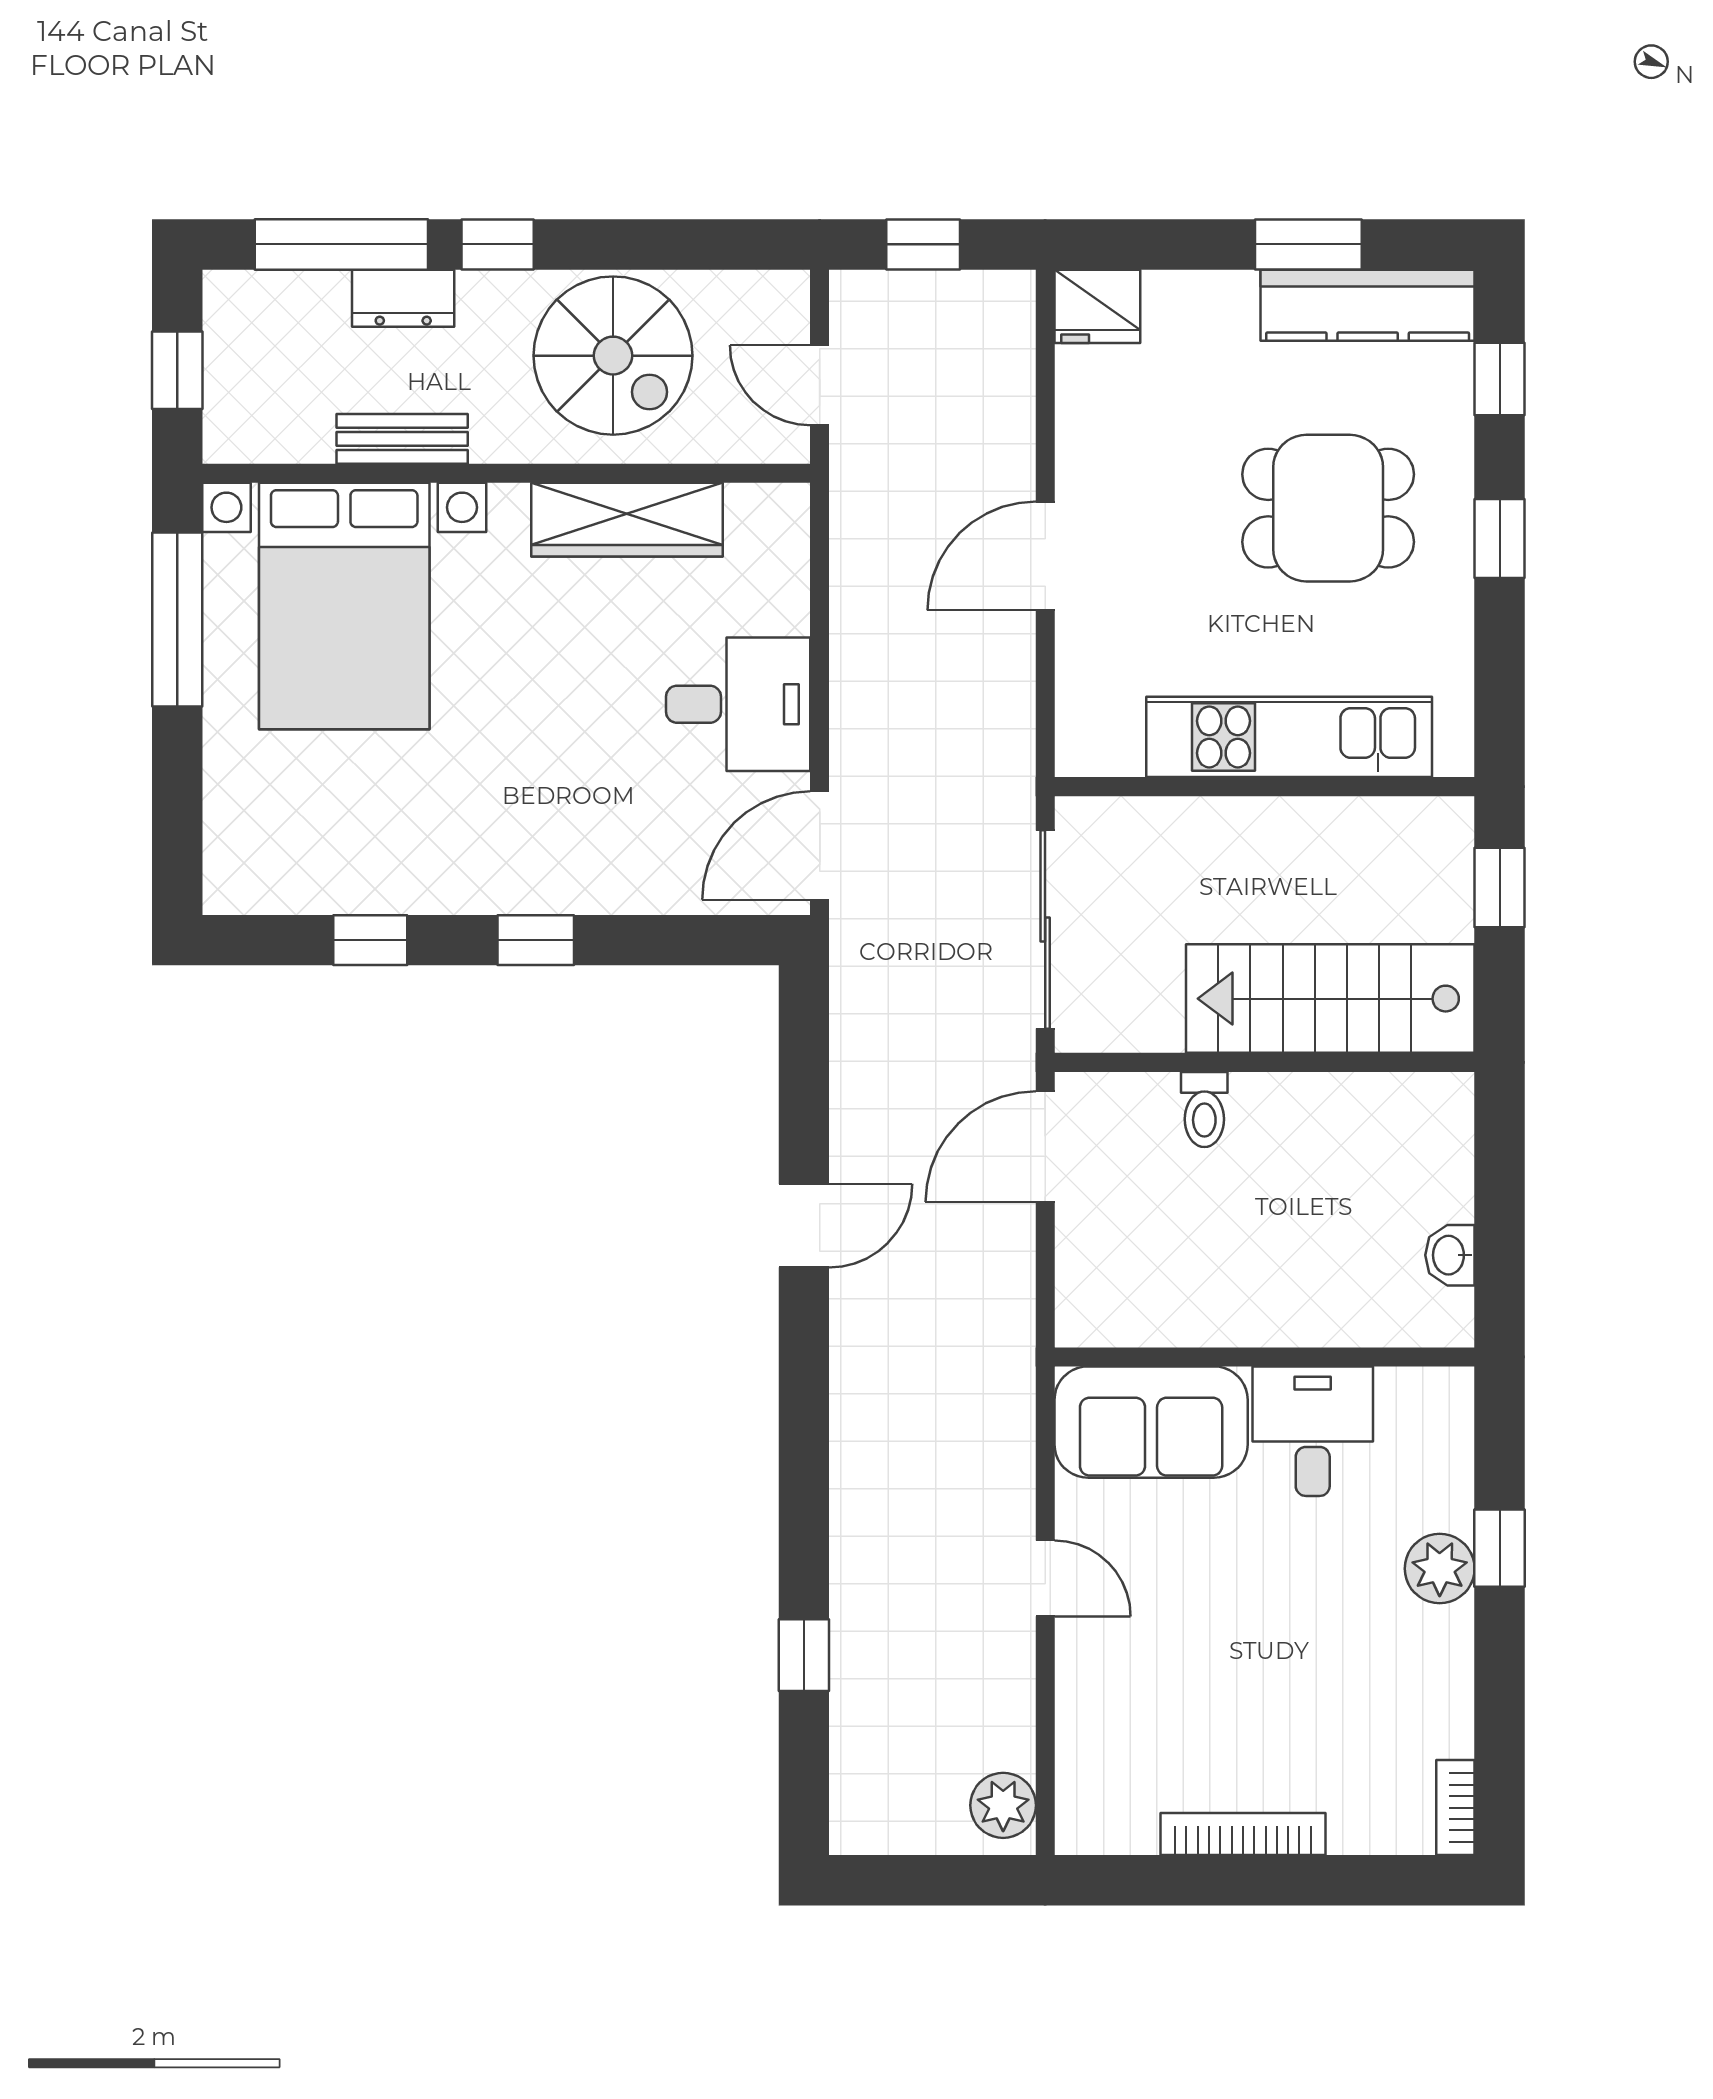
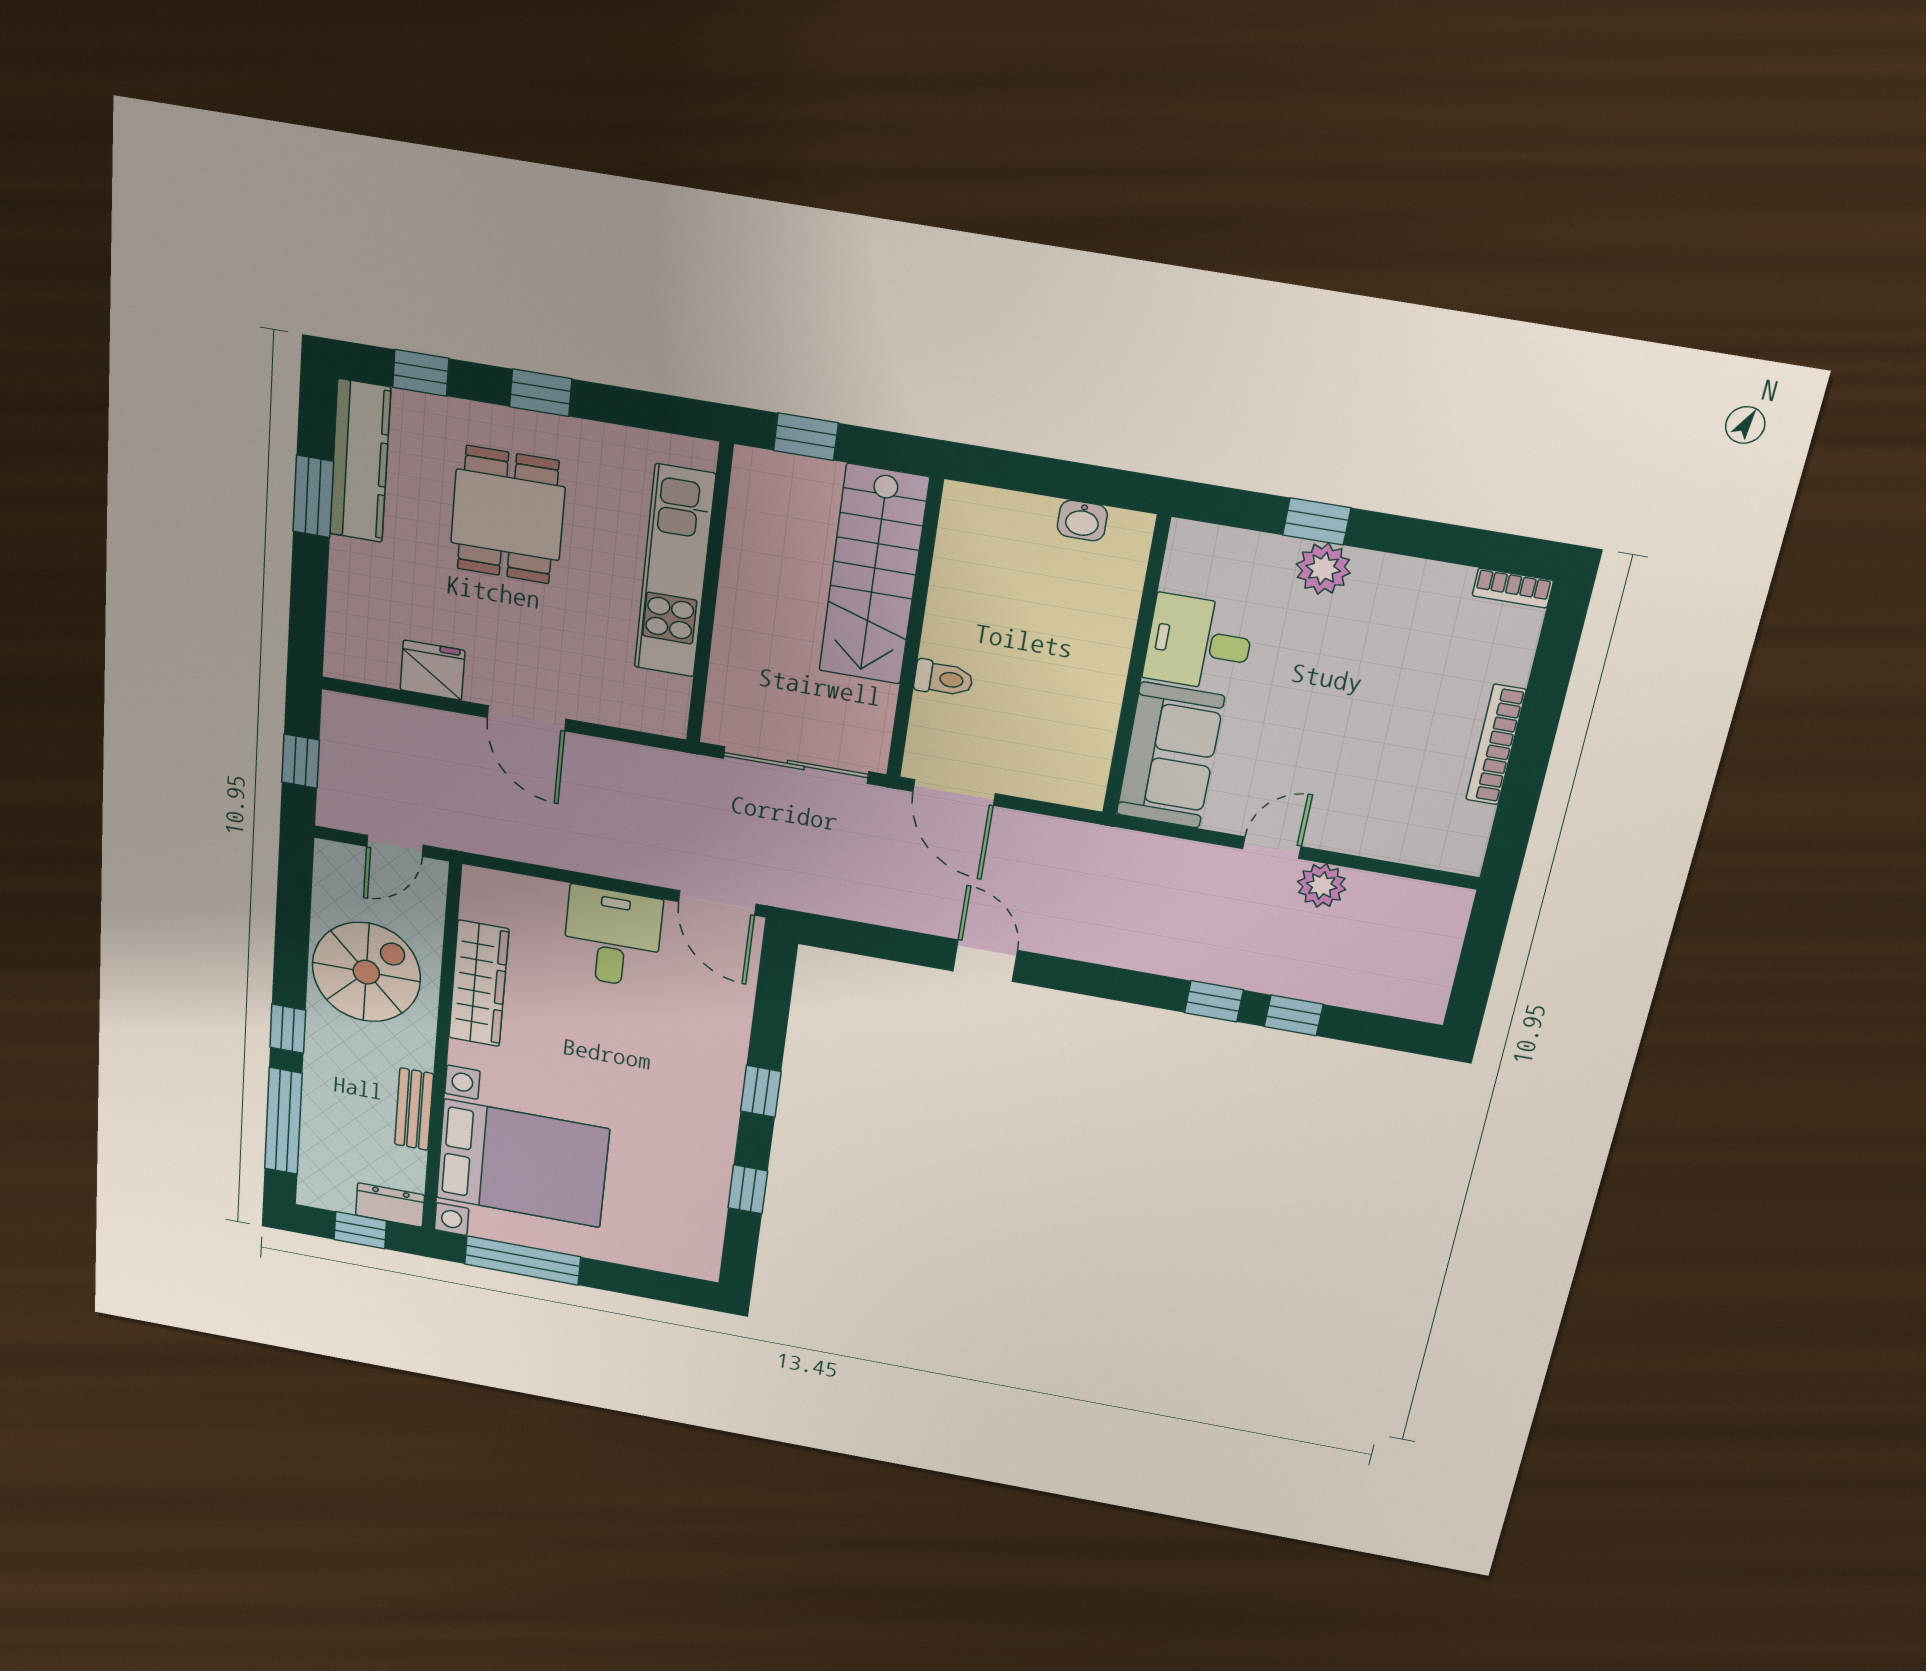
dresser: (403, 298) -> (390, 1205), moved, turned -90
fridge: (1097, 306) -> (432, 670), moved, turned -90
window: (804, 1545) -> (1214, 1001), added
plant: (1003, 1805) -> (1322, 886), moved

